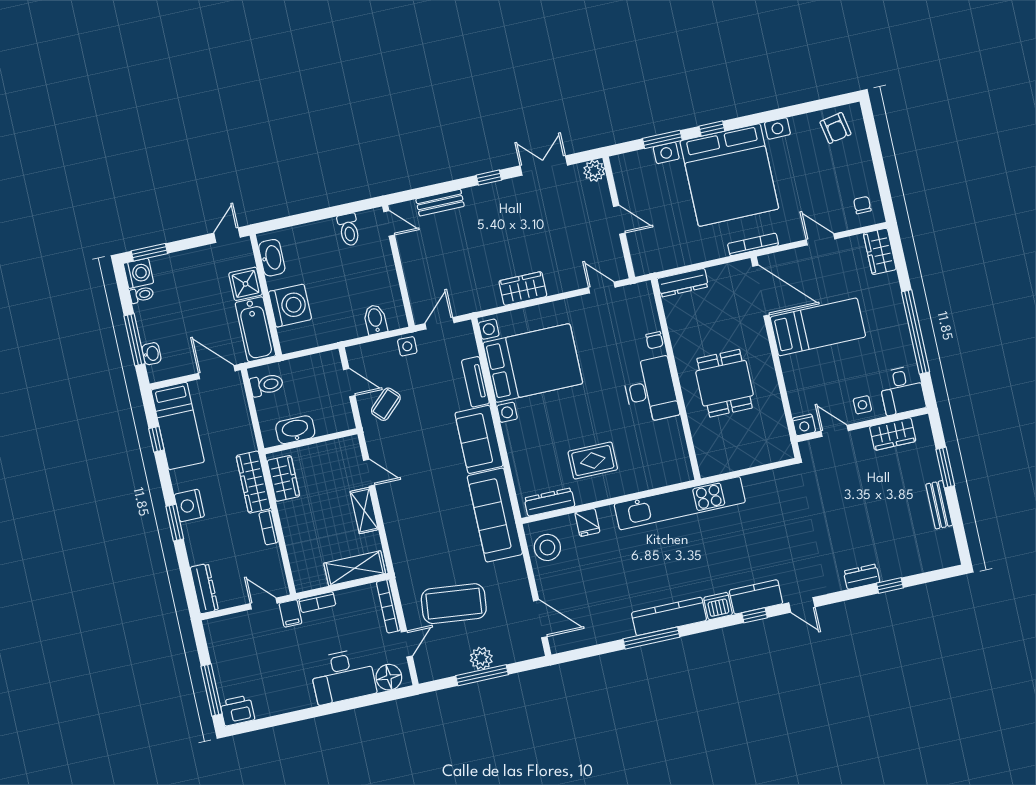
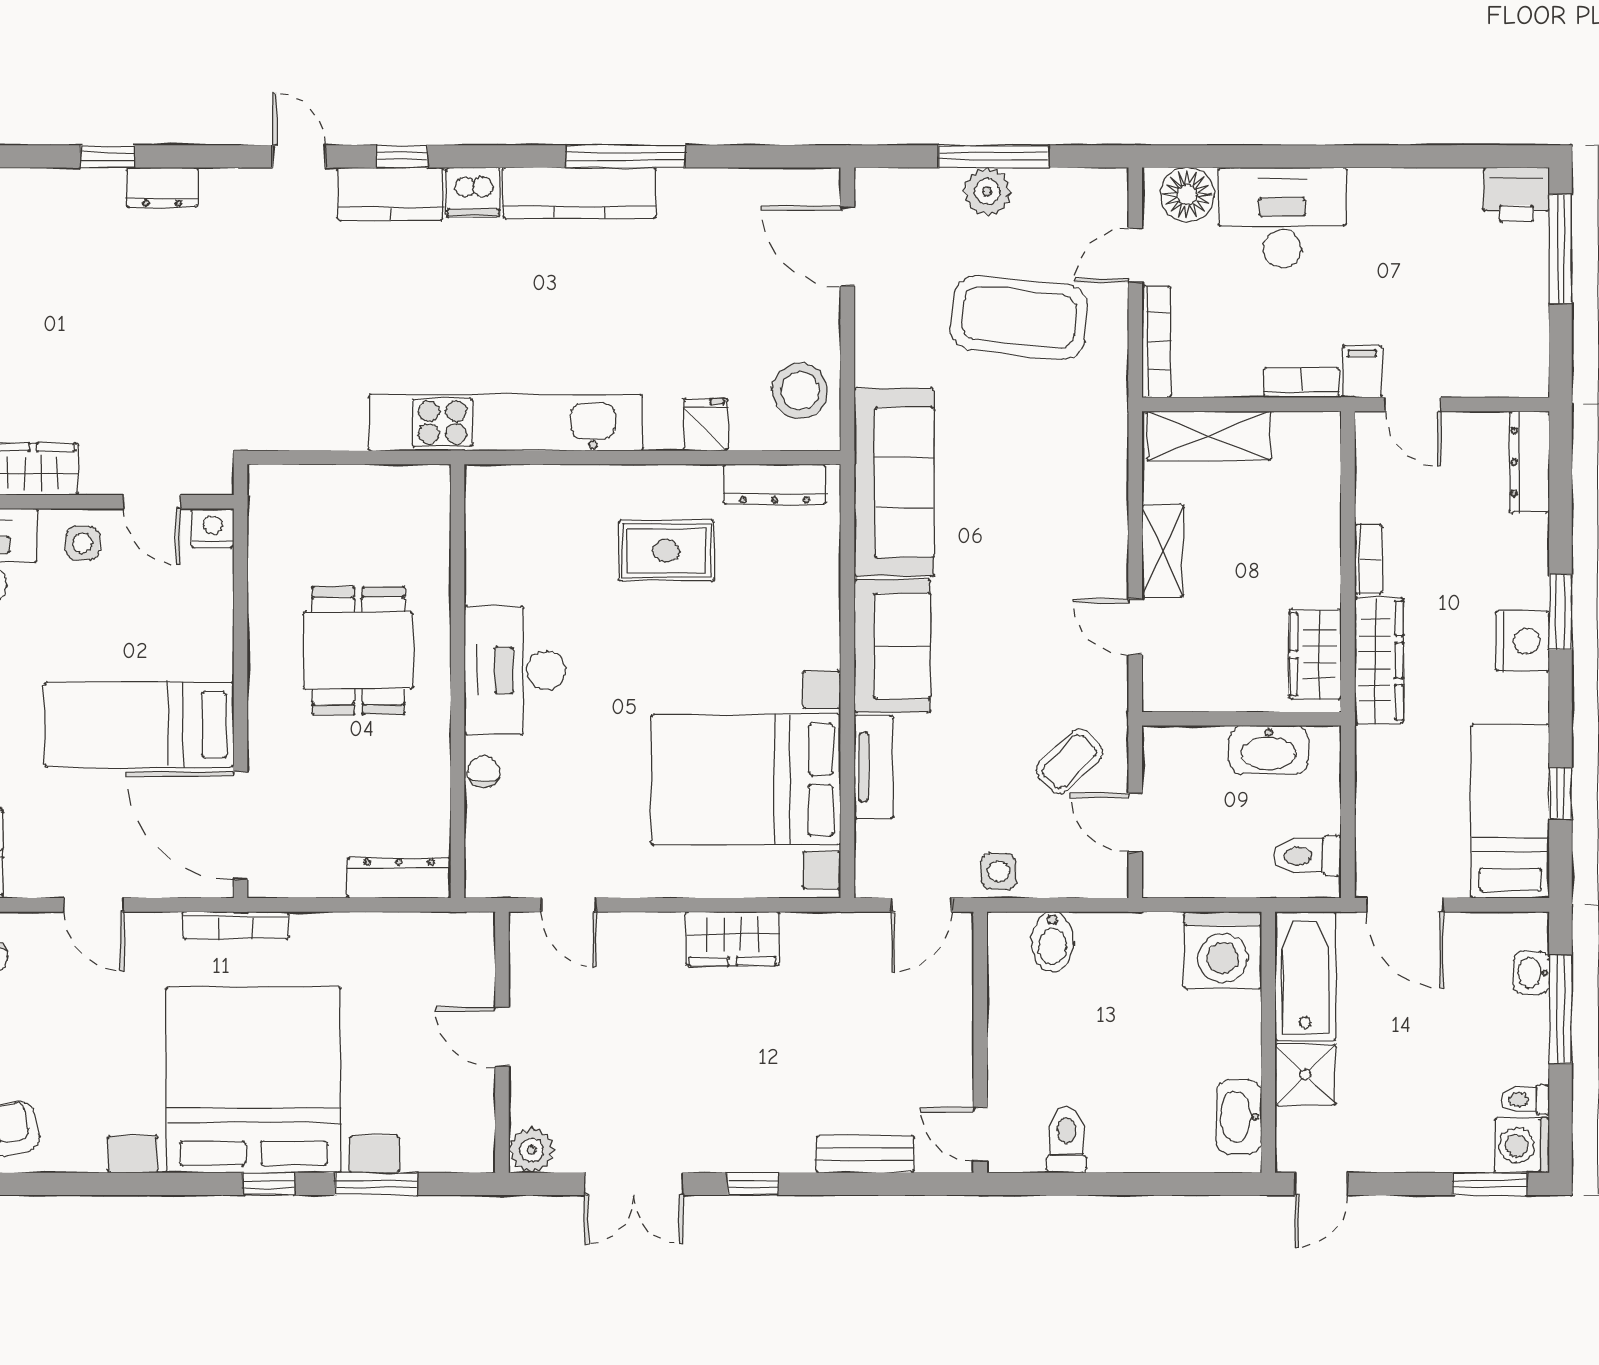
washing machine: (290, 306) -> (1223, 950), moved, turned -90

